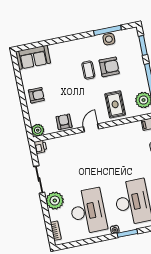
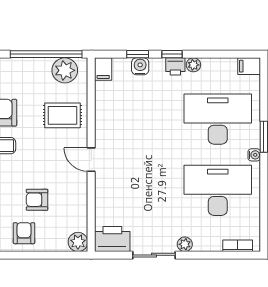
armchair: (64, 122) -> (37, 200), moved
printer: (40, 147) -> (112, 239), width x1.87, depth x1.48
plant: (55, 201) -> (185, 244), width x0.53, depth x0.53

